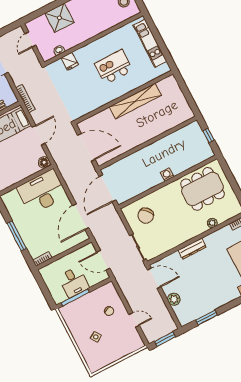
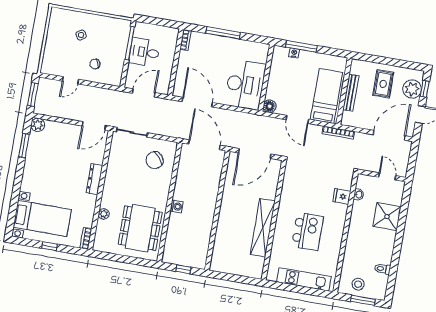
chair: (146, 216) -> (155, 160), turned -89
plant: (174, 299) -> (38, 125), moved

